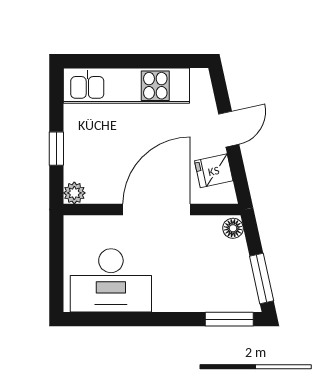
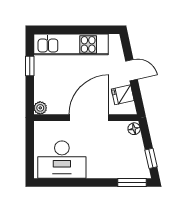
door: (229, 129) -> (132, 70), hinge flipped
window: (56, 149) -> (30, 66), moved
window: (262, 278) -> (151, 158), width x0.67

